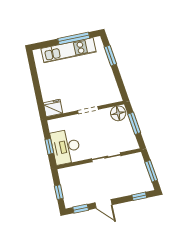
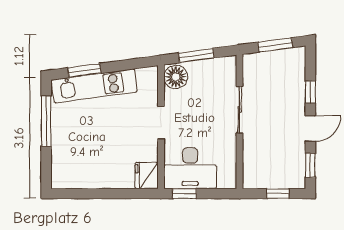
kitchen unit: (69, 50) -> (94, 86), moved, turned 82
window: (49, 146) -> (184, 194), moved
desk: (66, 147) -> (190, 168), moved
window: (139, 196) -> (310, 92), moved

